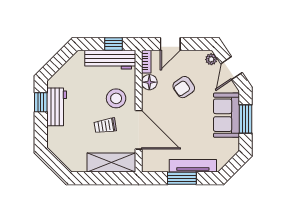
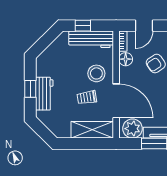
window: (113, 44) -> (83, 26), moved
window: (41, 102) -> (30, 89), moved
workbench: (57, 107) -> (44, 94), moved
plant: (157, 161) -> (132, 129), added

